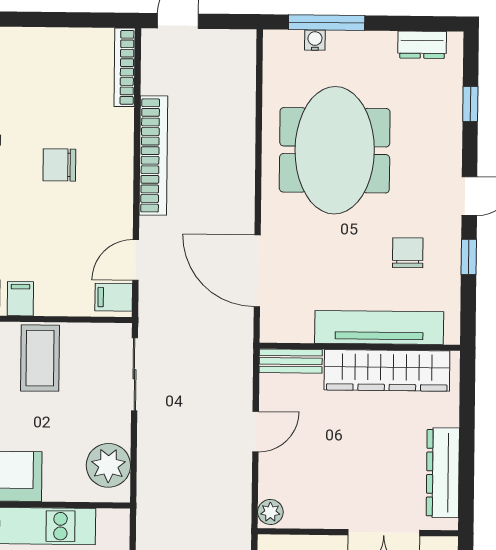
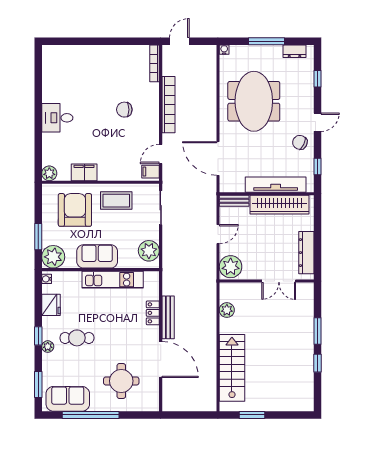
window: (327, 23) -> (267, 41), moved
water cooler: (315, 40) -> (224, 50), moved
chair: (408, 253) -> (300, 142), moved, turned -65
window: (469, 257) -> (317, 166), moved
filing cabinet: (20, 299) -> (107, 173), removed
coffee table: (40, 358) -> (116, 201), turned 90
plant: (270, 512) -> (231, 267), width x1.87, depth x1.87

